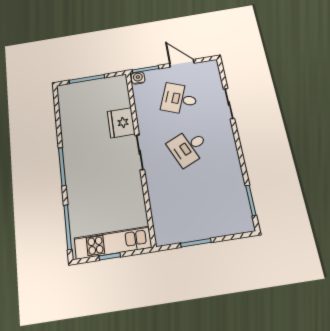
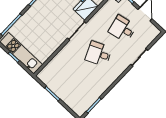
desk: (179, 99) -> (122, 29), turned -33

